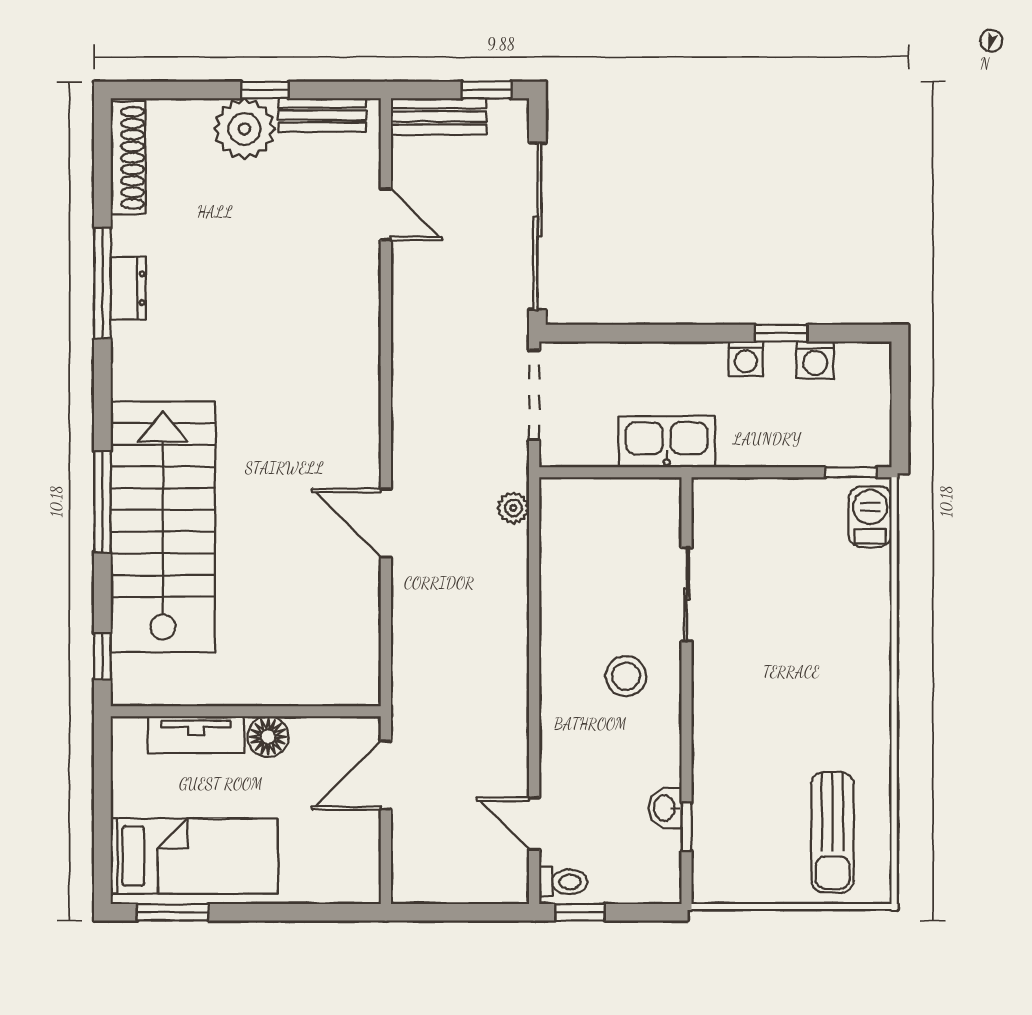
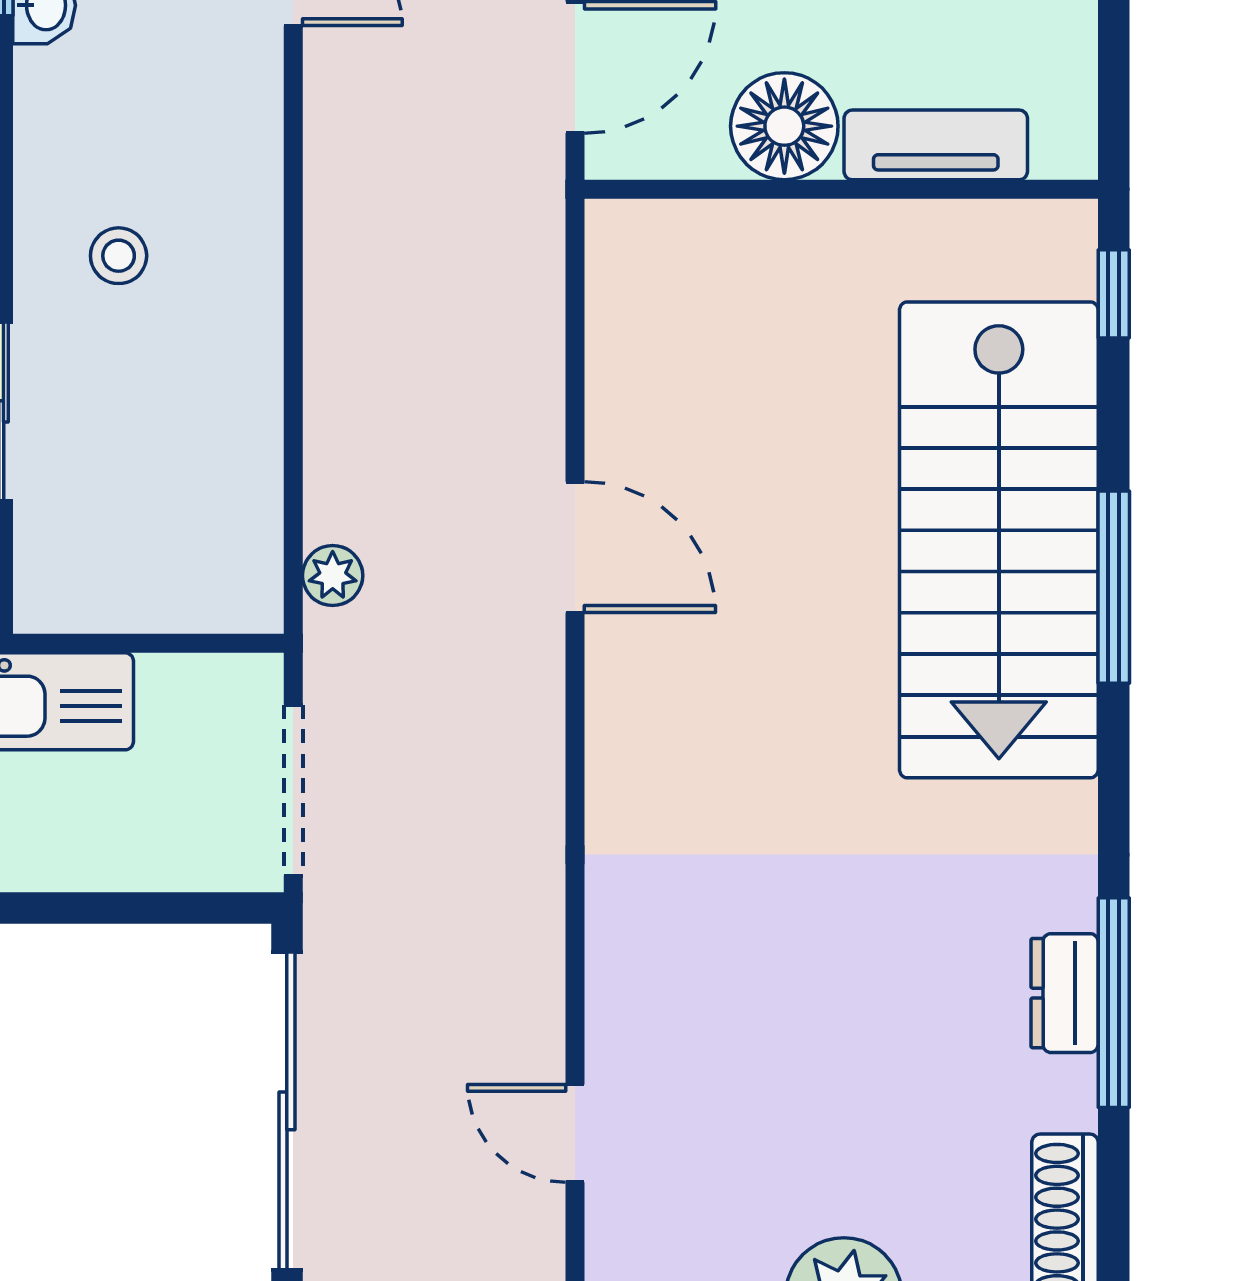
stool: (626, 676) -> (119, 256), width x0.73, depth x0.73
floor lamp: (268, 737) -> (784, 126), width x1.38, depth x1.38

